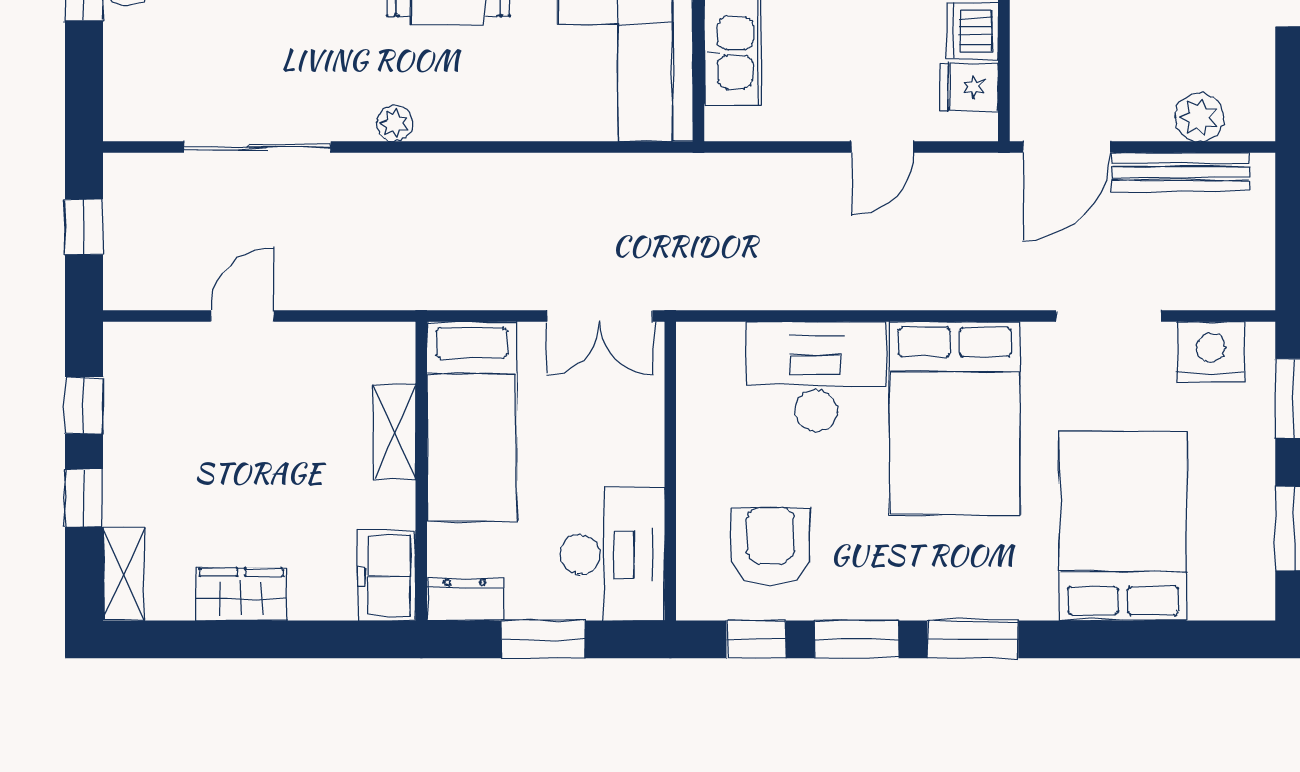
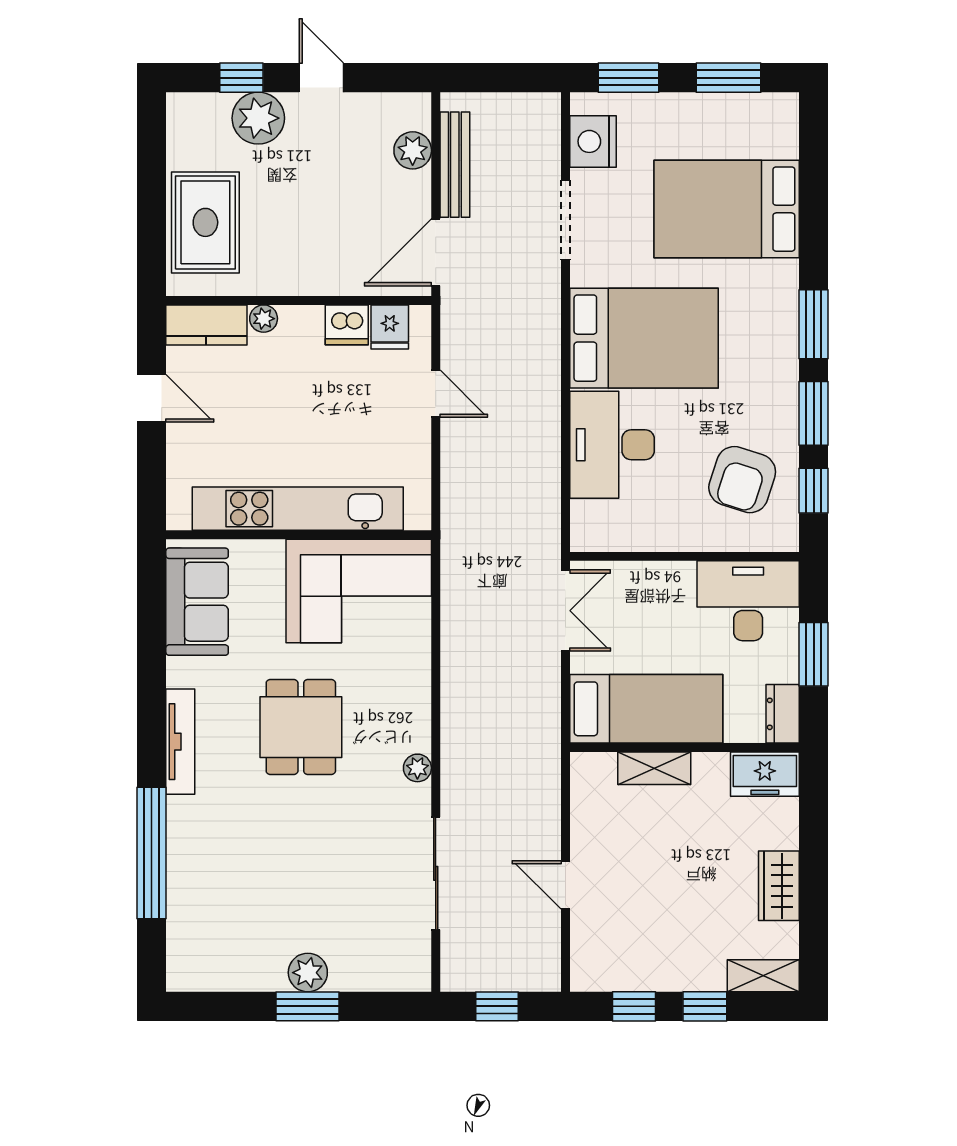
door: (1066, 147) -> (436, 252), swing flipped
armchair: (770, 546) -> (742, 480), turned -72

